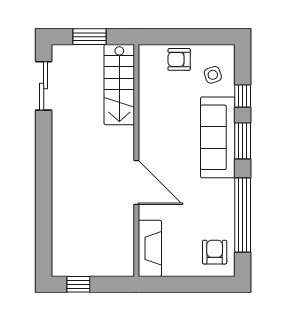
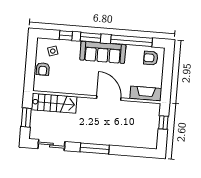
sofa: (218, 137) -> (103, 52), moved
window: (44, 164) -> (95, 149), added
door: (136, 182) -> (109, 98), hinge flipped
window: (78, 284) -> (163, 123), moved

